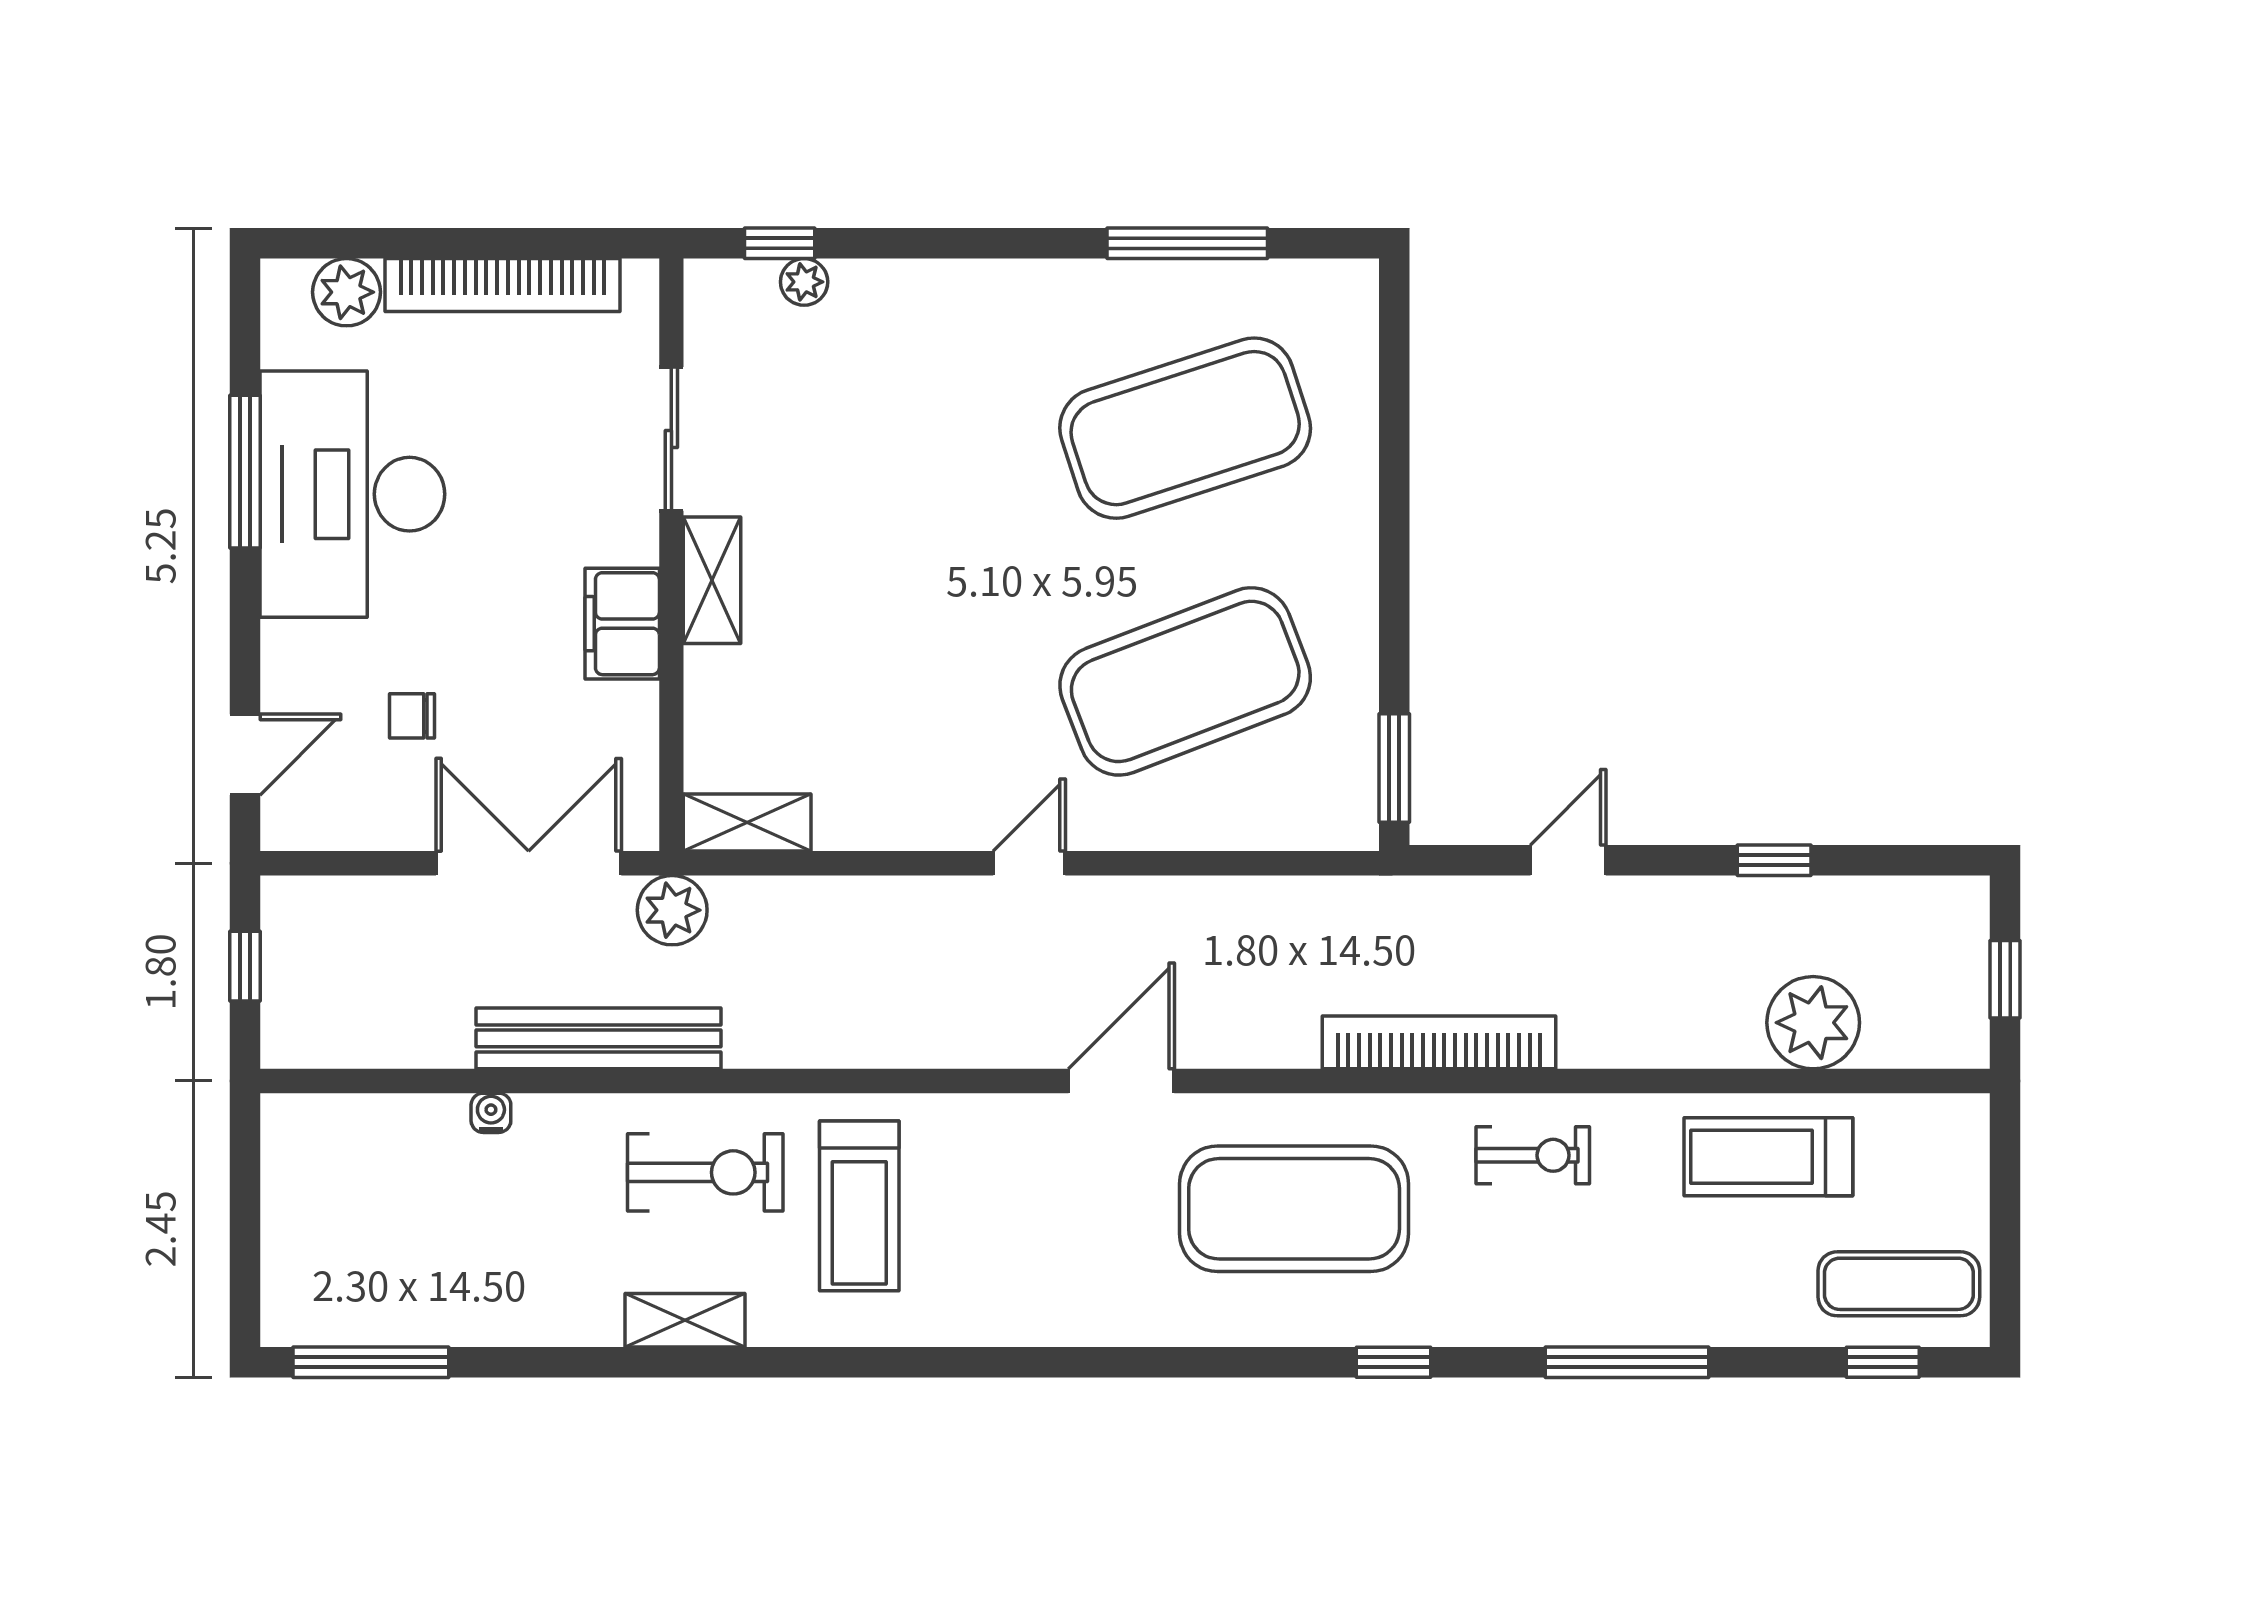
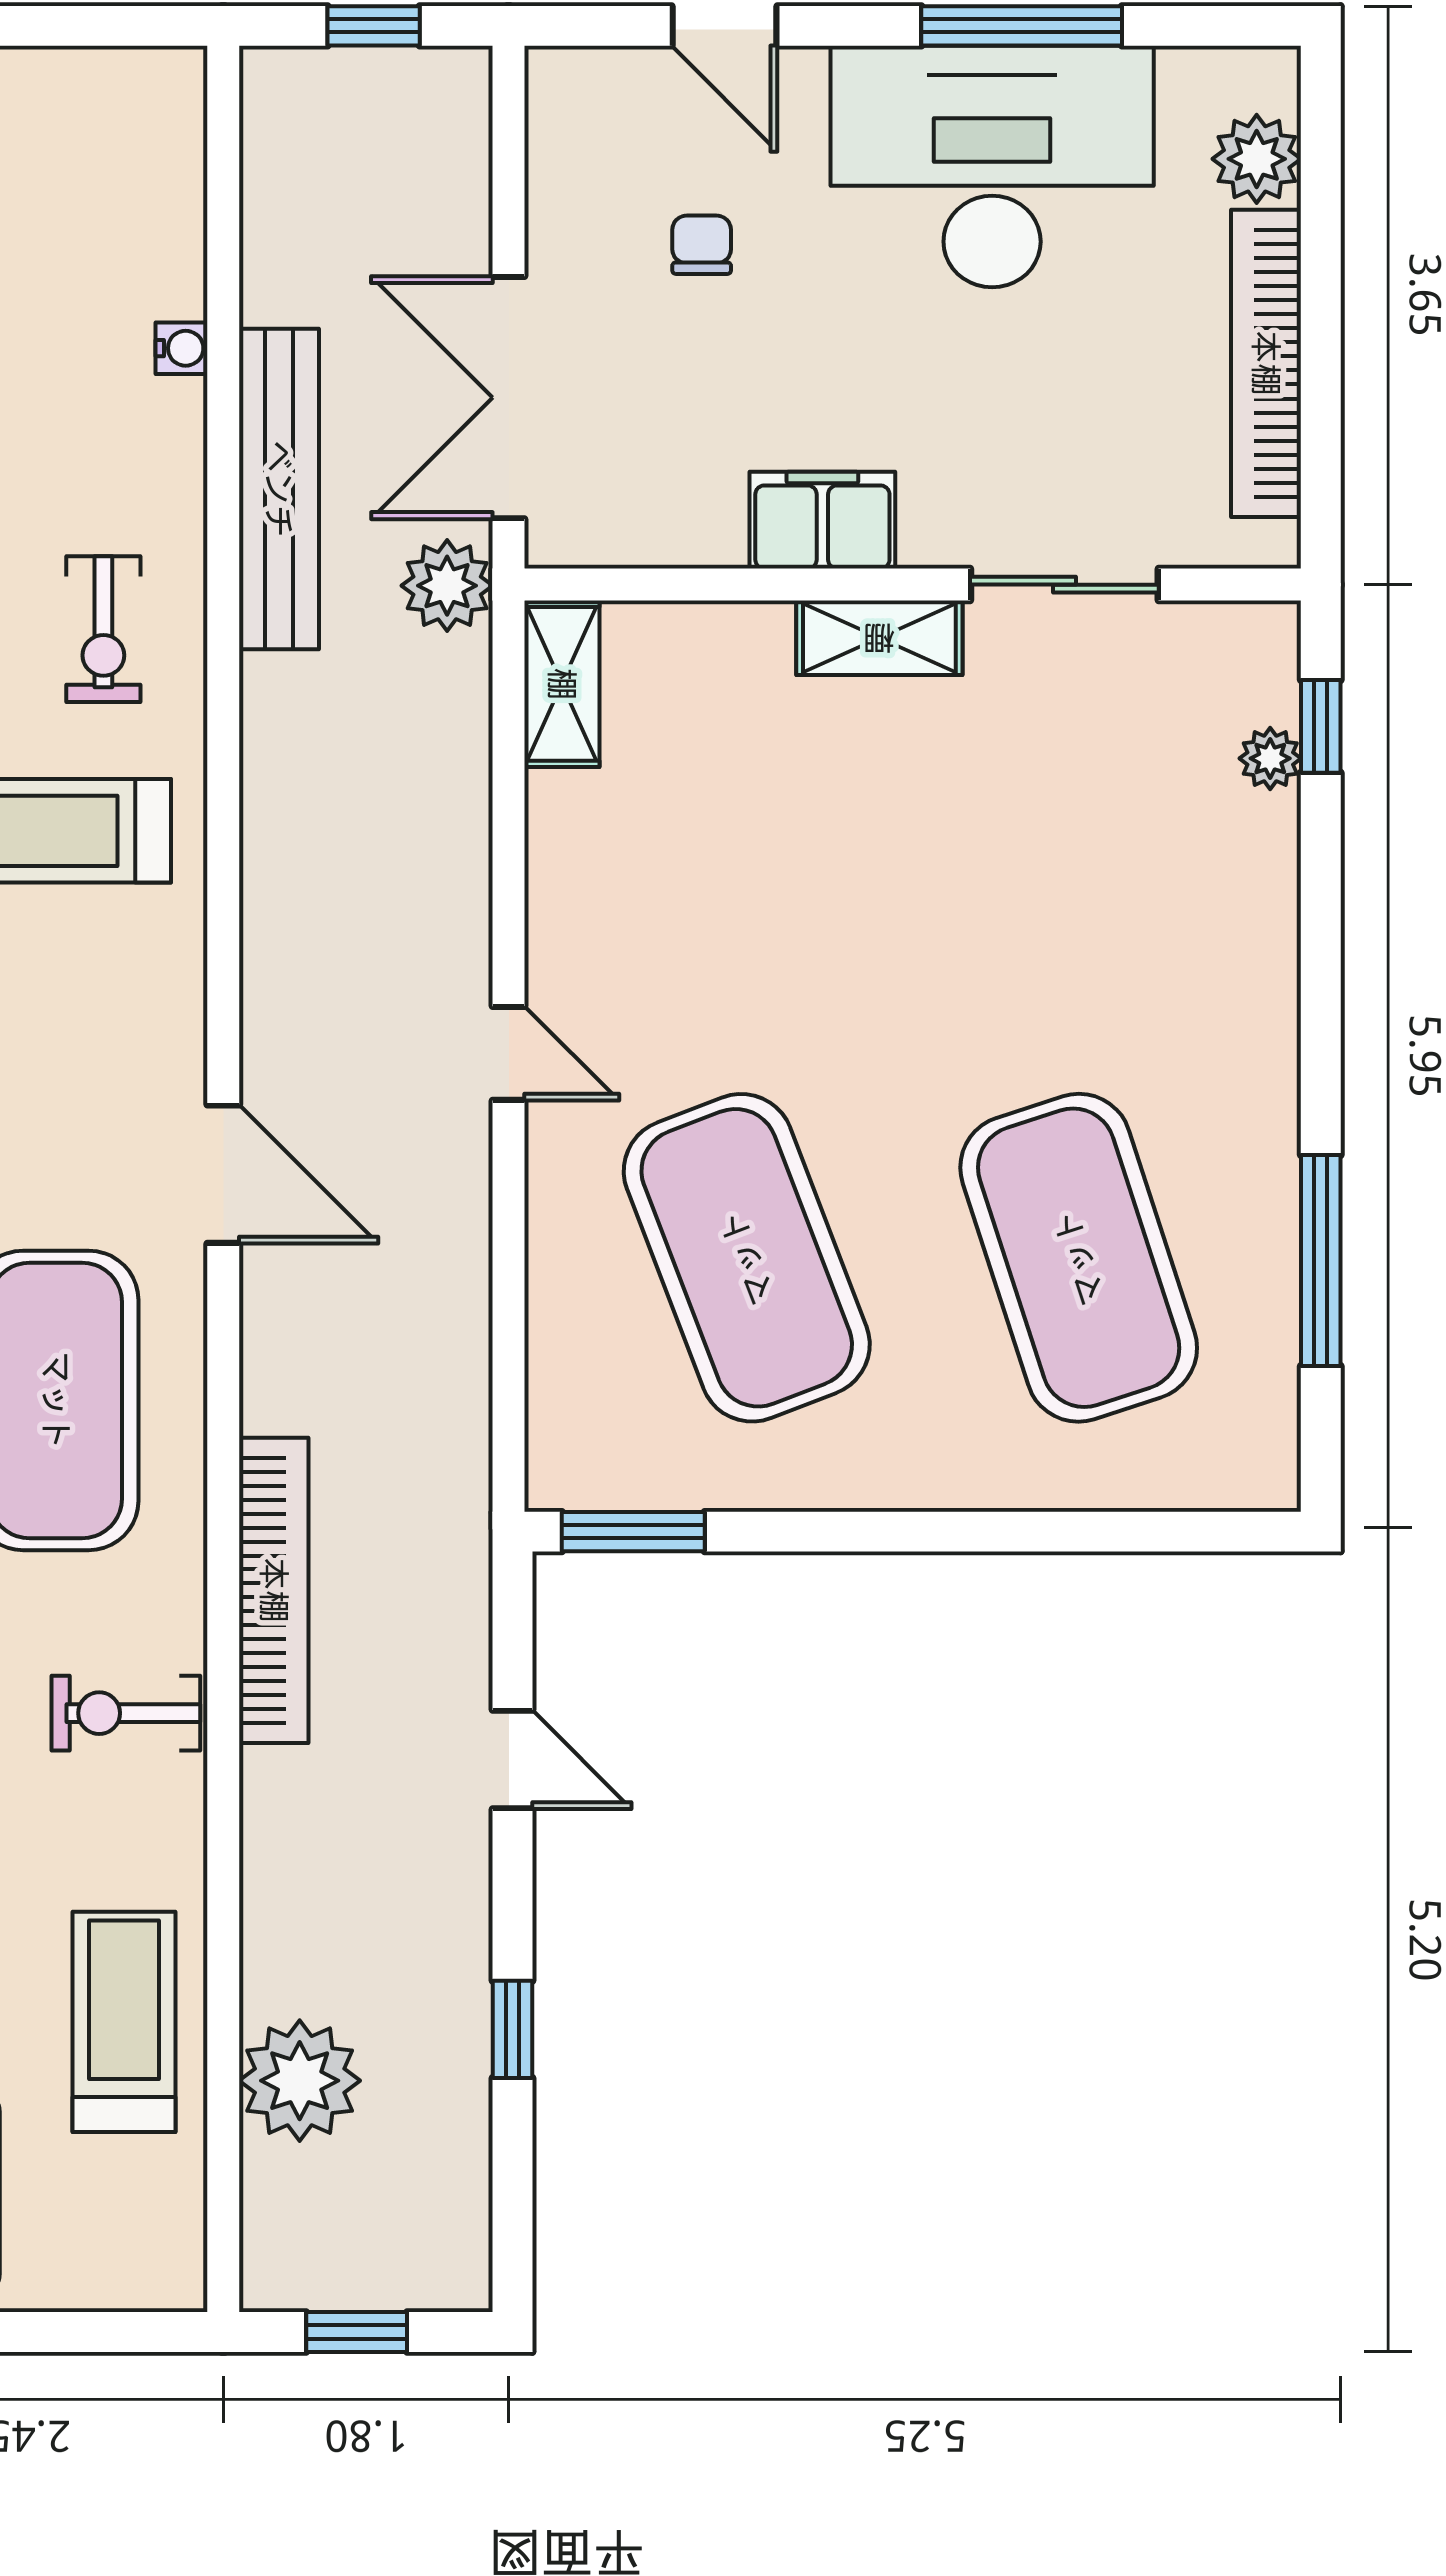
door: (245, 755) -> (724, 26), moved
double door: (529, 863) -> (509, 398), swing flipped
exercise bike: (1533, 1155) -> (126, 1713), turned 90
exercise bike: (705, 1172) -> (103, 629), width x0.73, depth x0.72

